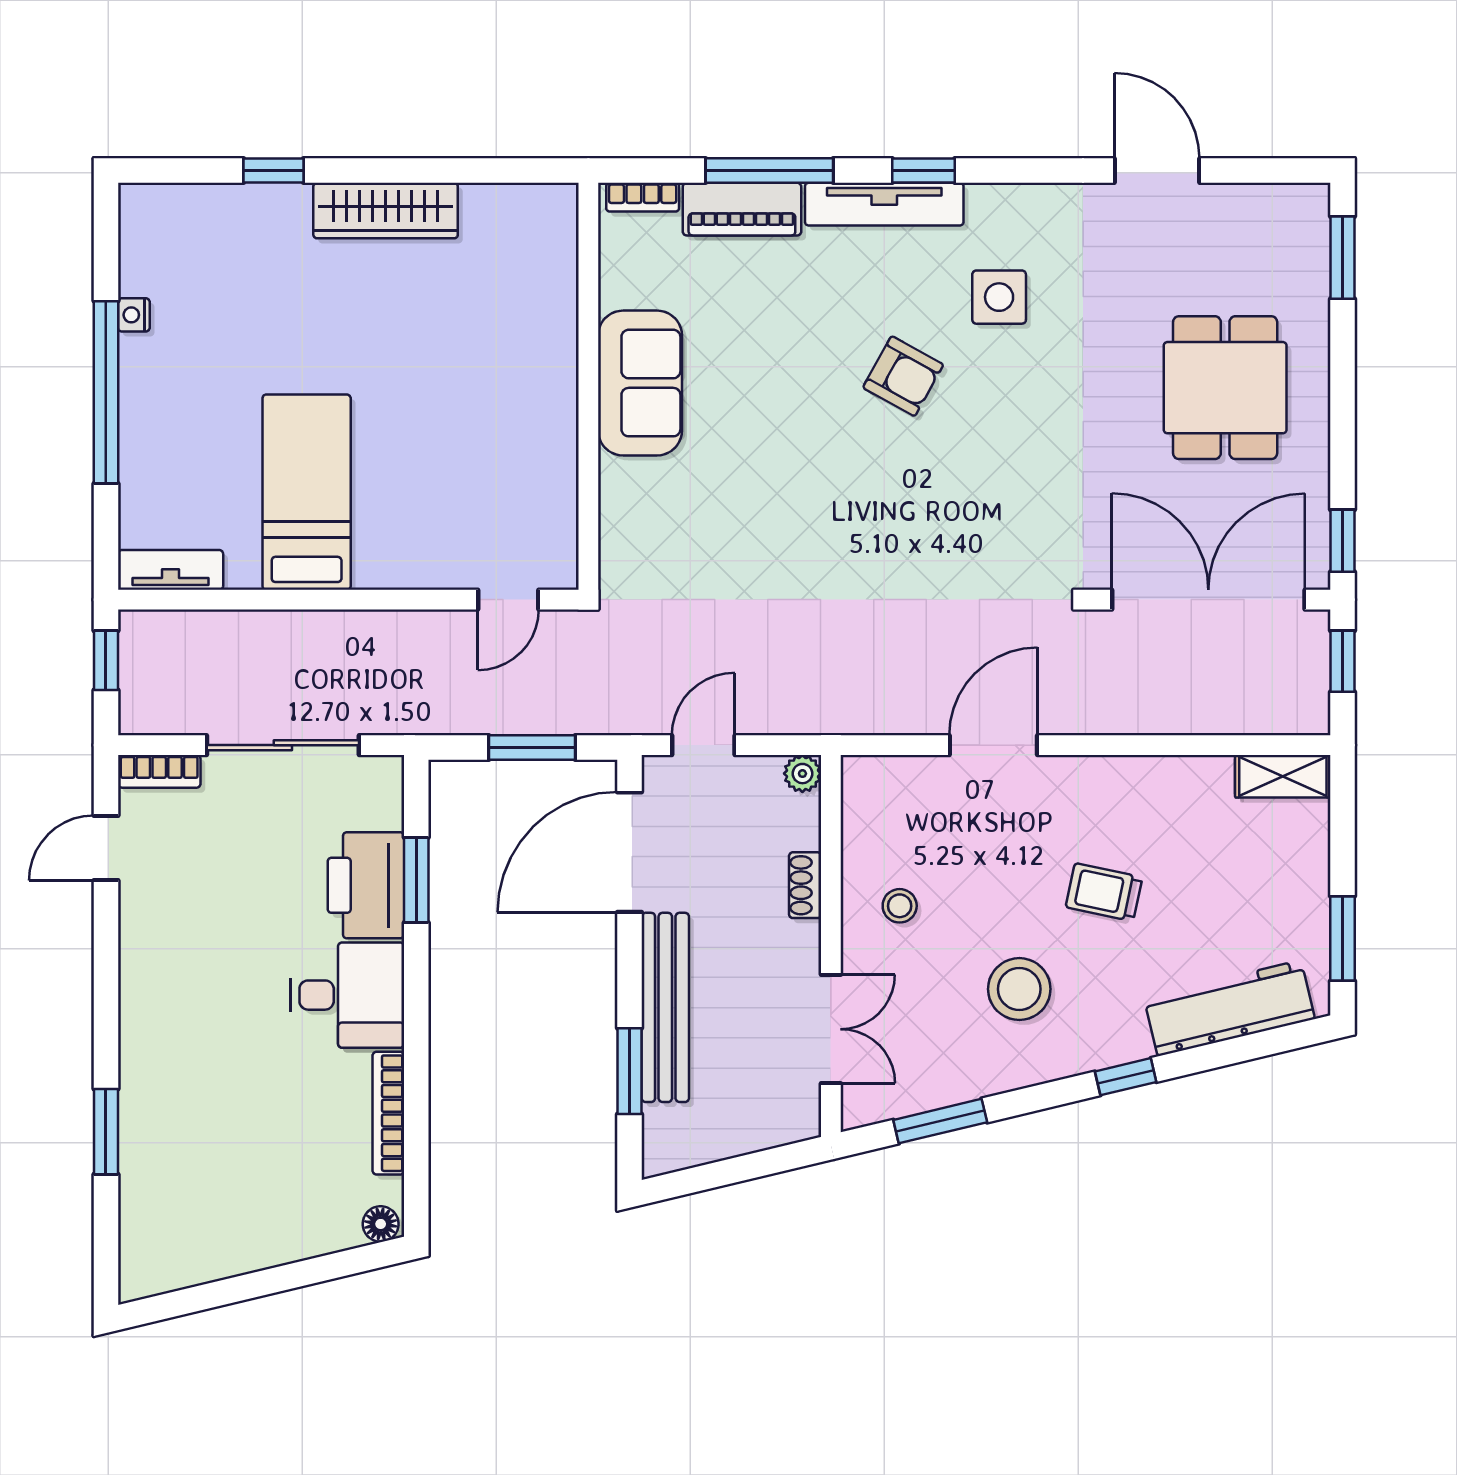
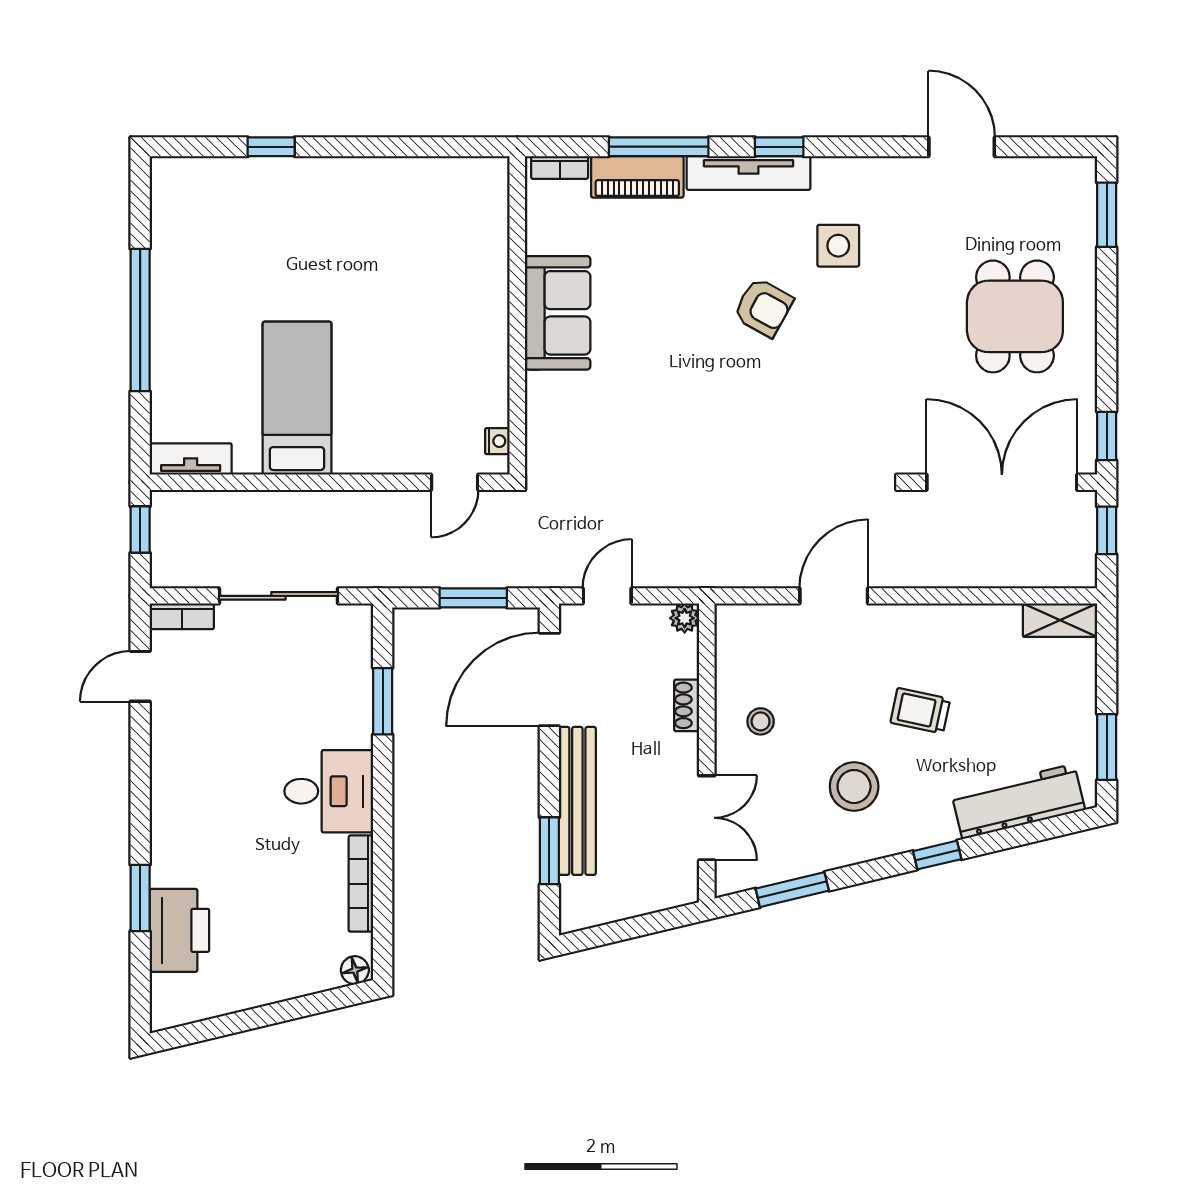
wardrobe: (386, 211) -> (359, 178), removed
nightstand: (134, 315) -> (497, 441), moved, turned 180
printer: (366, 885) -> (179, 930), moved, turned 180

